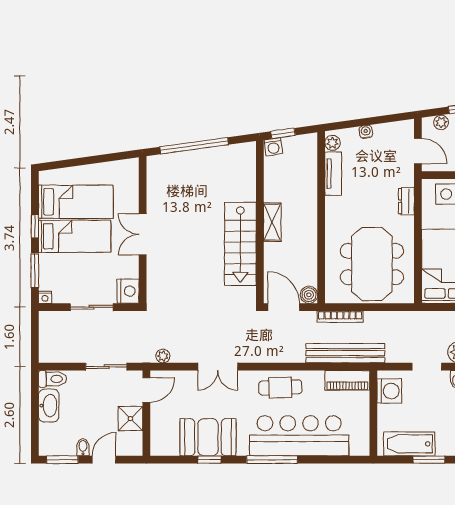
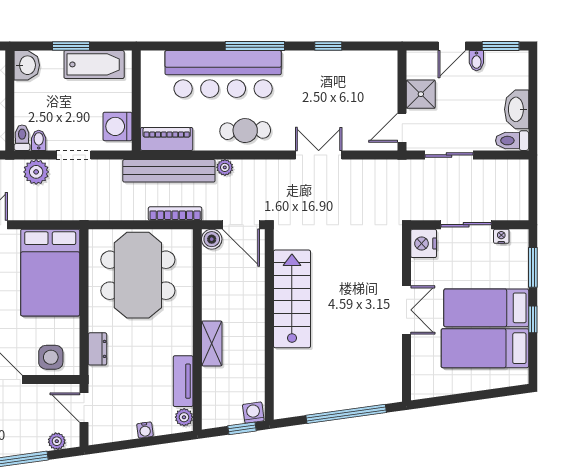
shelving: (272, 222) -> (212, 343), moved
nightstand: (45, 297) -> (501, 236), moved
plant: (163, 356) -> (225, 167), moved
booth: (208, 437) -> (330, 72), removed

